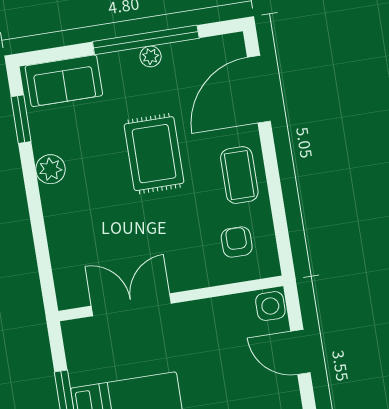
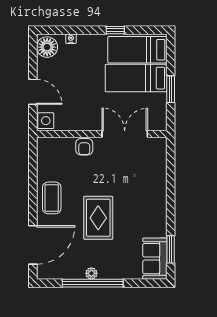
sofa: (64, 81) -> (155, 259), moved, turned -90
plant: (50, 169) -> (158, 218), removed
armchair: (237, 242) -> (84, 147), moved
double door: (131, 305) -> (125, 134), swing flipped

